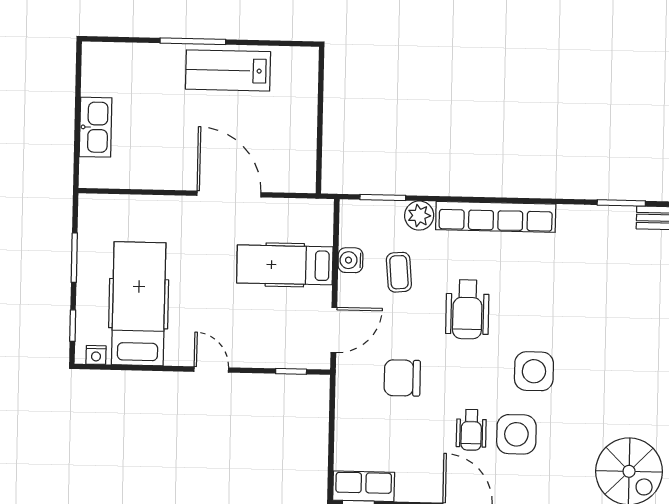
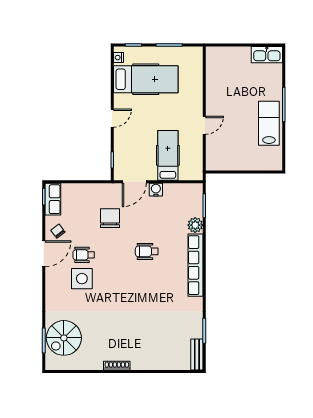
kitchen sink: (96, 127) -> (267, 55), moved
door: (229, 194) -> (204, 125), width x0.53
water cooler: (350, 260) -> (156, 190), moved
coffee table: (399, 272) -> (165, 215), removed
wheelchair: (467, 309) -> (147, 251), width x0.73, depth x0.73
door: (334, 330) -> (134, 182), hinge flipped
side table: (534, 371) -> (115, 287), removed
chair: (425, 478) -> (58, 231), added

